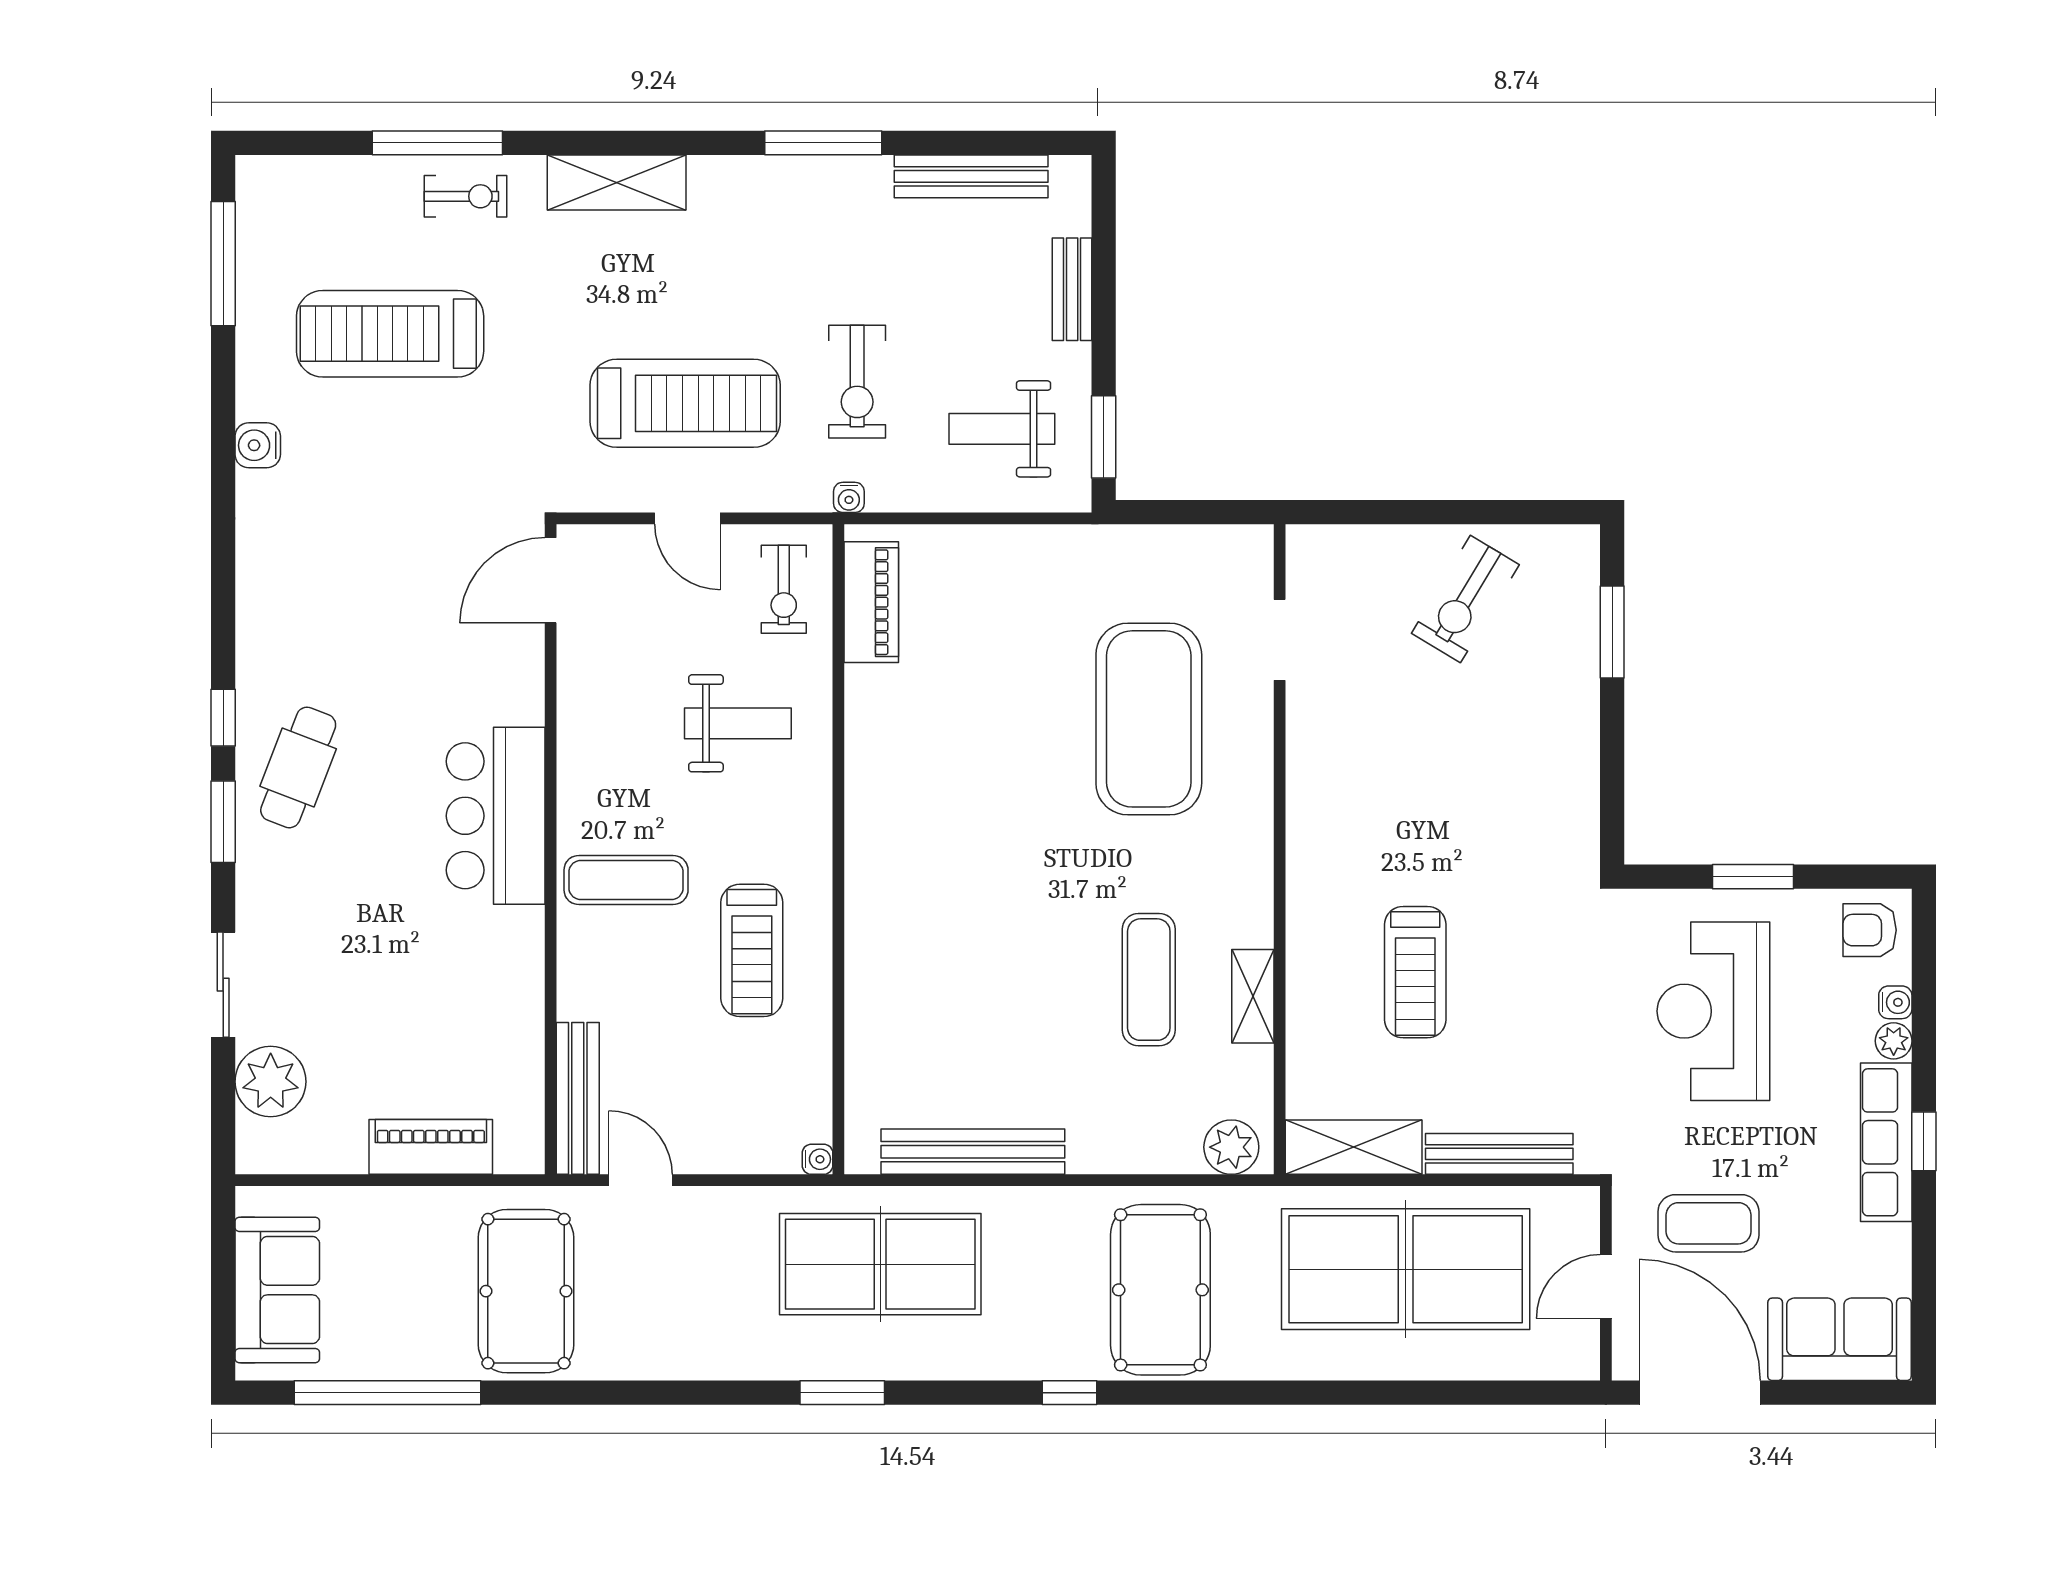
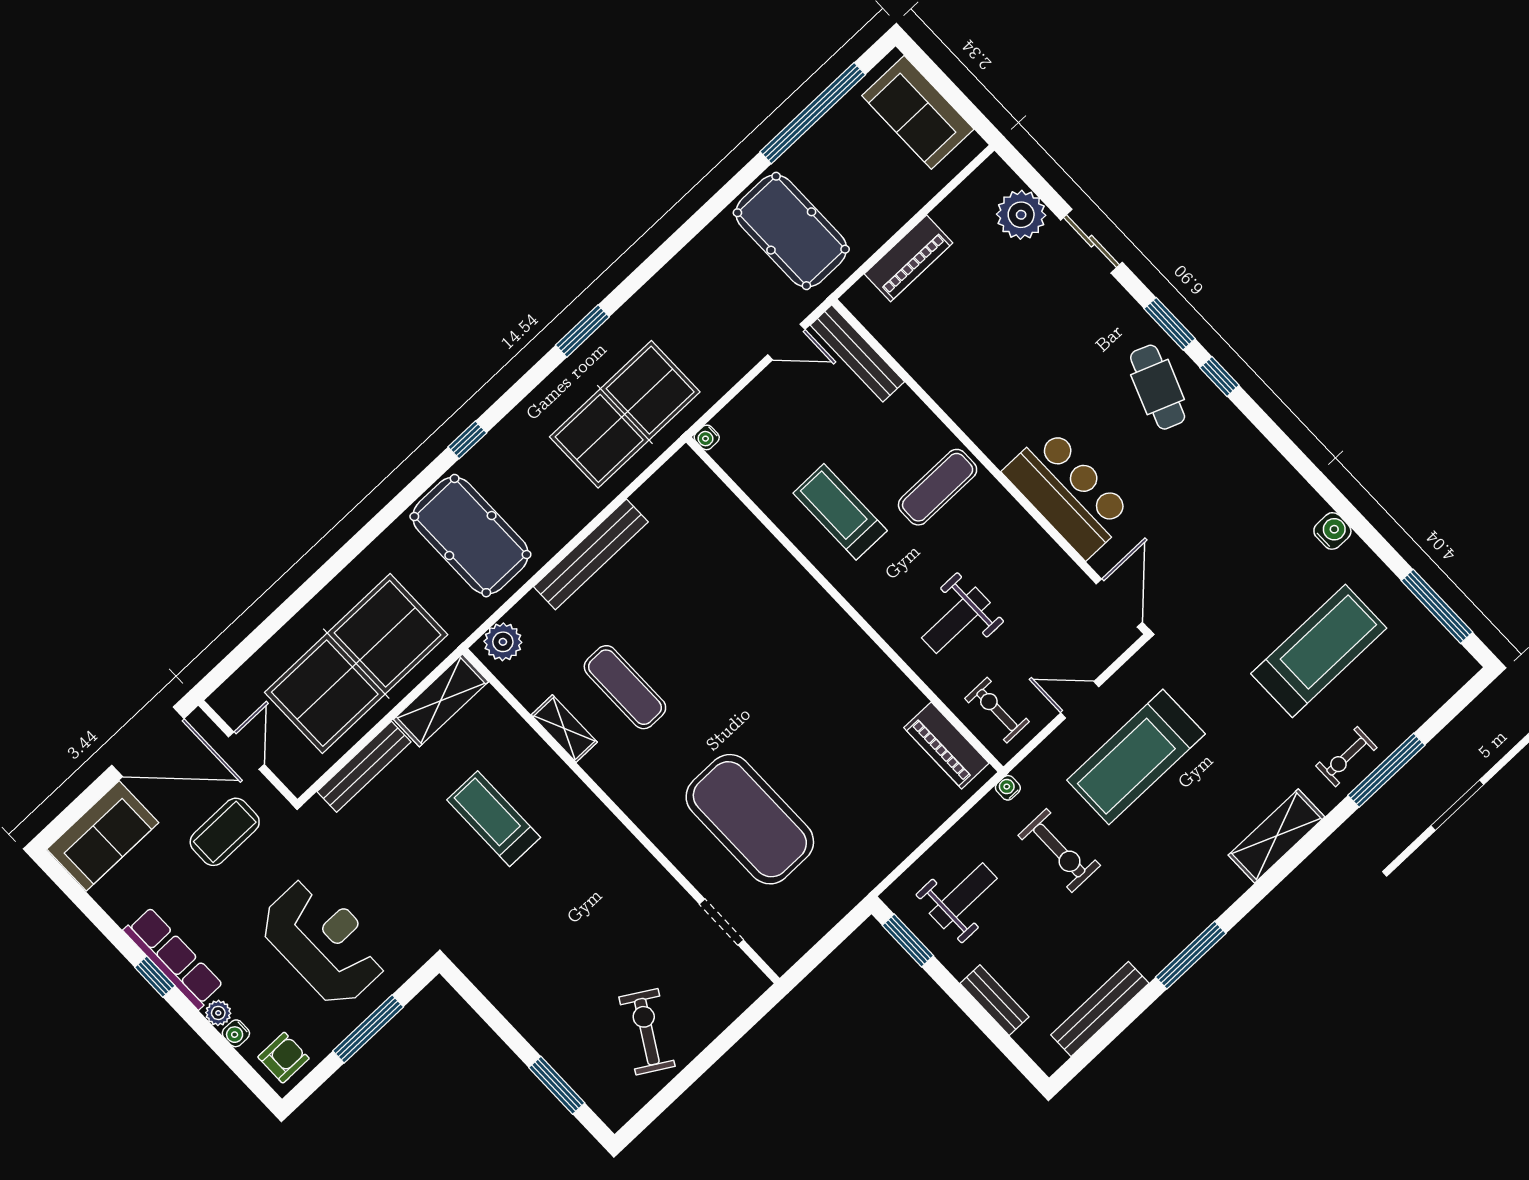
exercise bike: (857, 382) -> (1059, 850), turned 180
bar counter: (496, 816) -> (1068, 493), moved
window: (1753, 877) -> (368, 1029), width x1.44
bench: (973, 1152) -> (591, 554), moved

